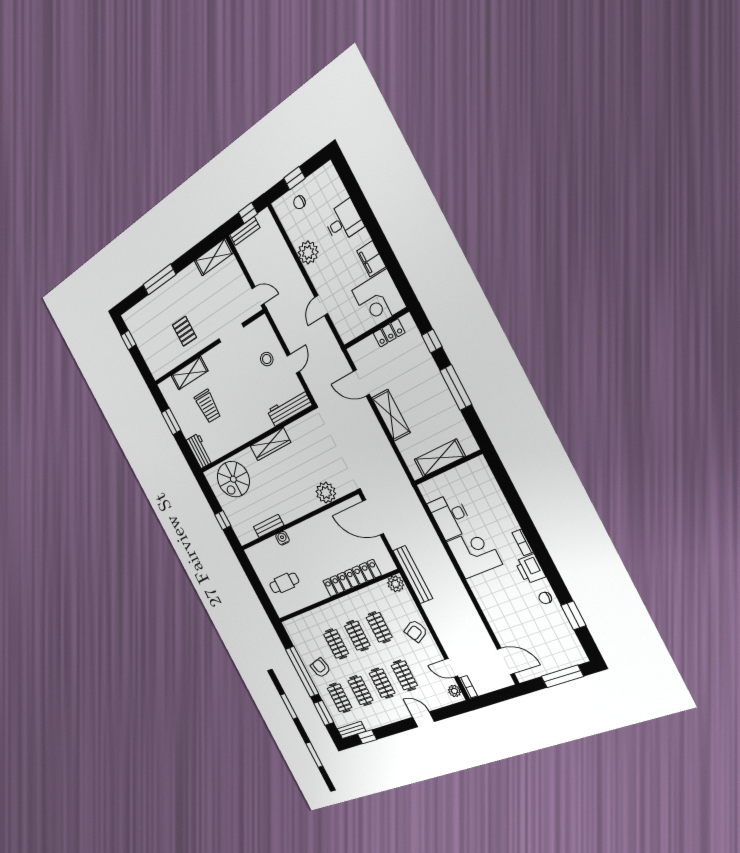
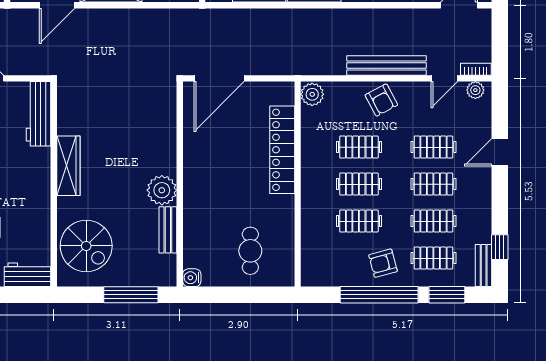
plant: (326, 493) -> (162, 190), moved
window: (223, 520) -> (131, 295), width x2.17
water cooler: (282, 538) -> (192, 278), moved
bench: (413, 575) -> (386, 66), moved

